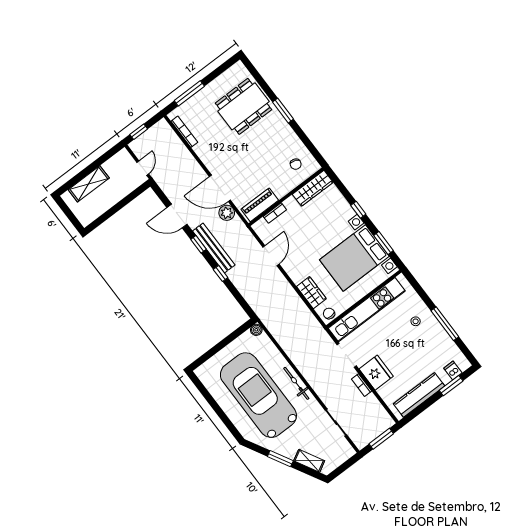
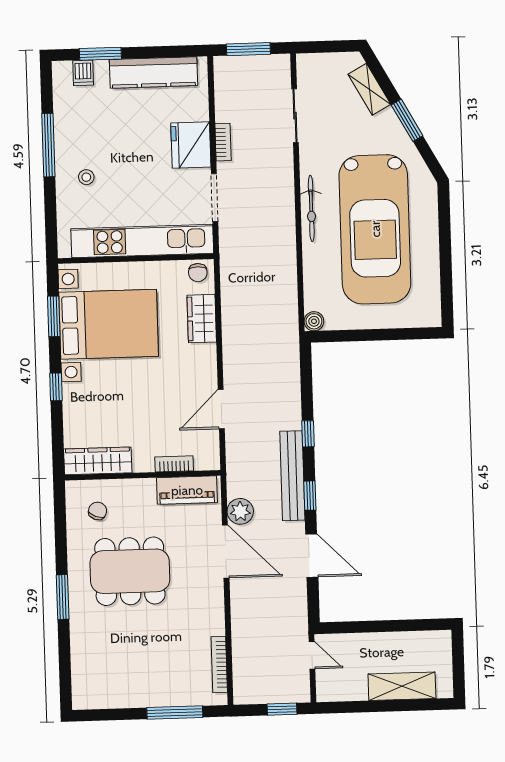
dining table: (244, 106) -> (130, 571), moved
door: (143, 168) -> (312, 655), swing flipped

